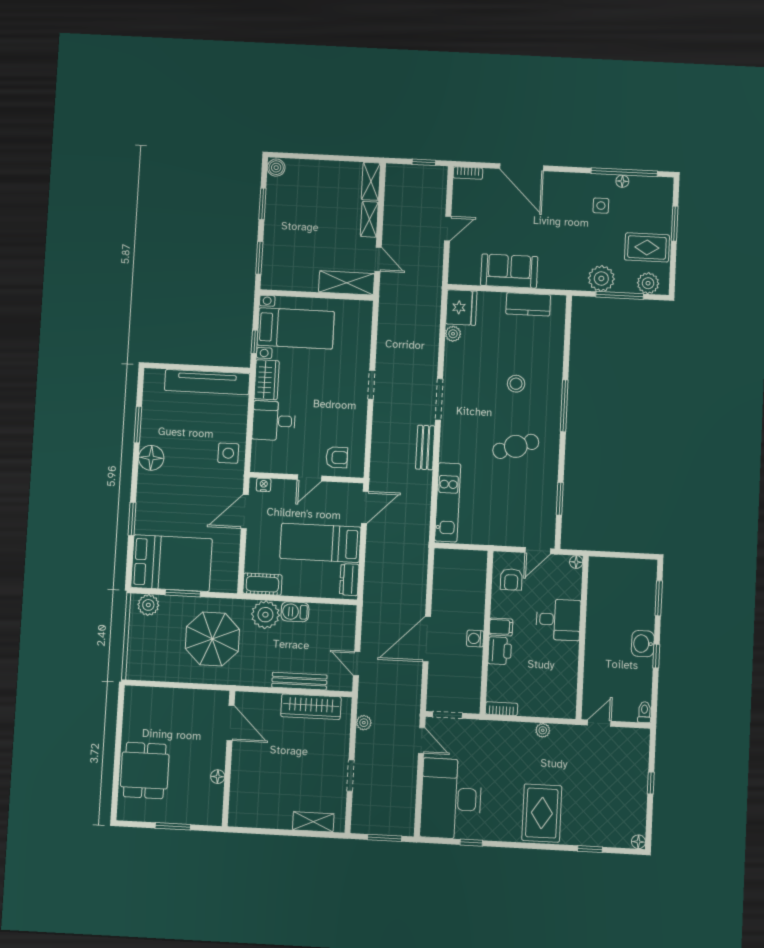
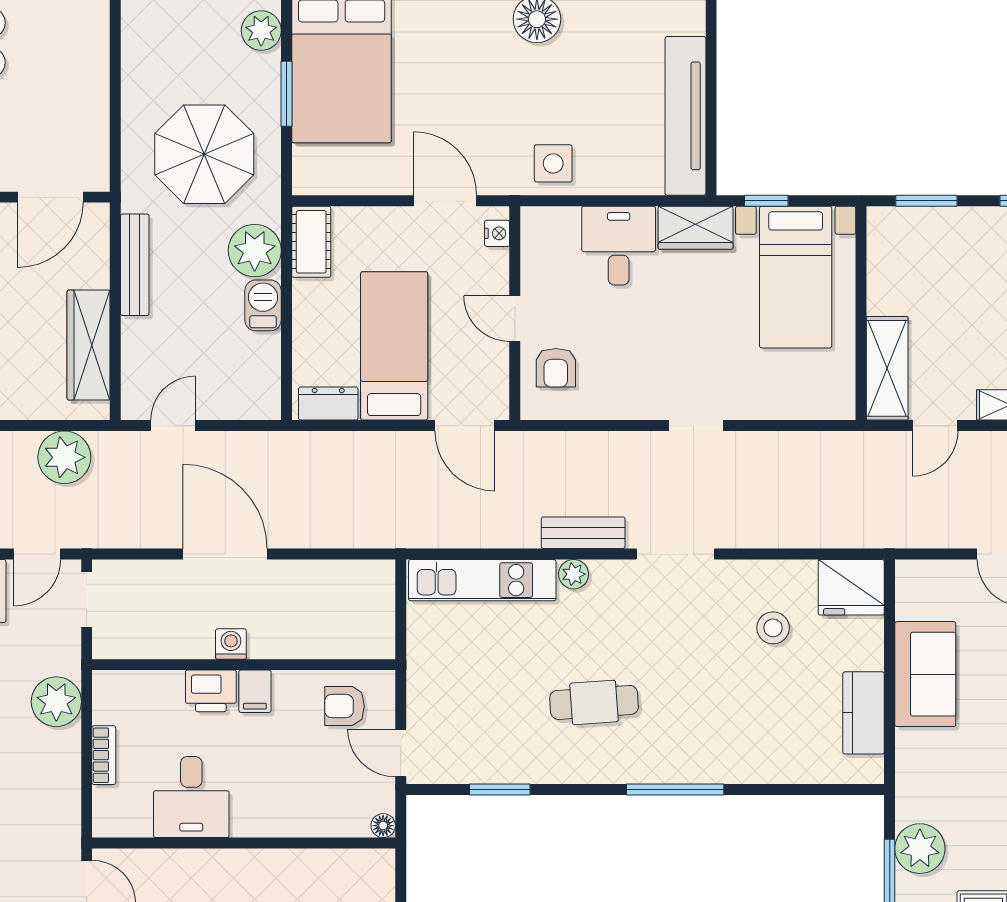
plant: (453, 334) -> (574, 574), moved
stool: (516, 384) -> (773, 628), moved
cafe table: (516, 446) -> (594, 702), turned -75
desk: (558, 620) -> (191, 797), moved
bench: (299, 681) -> (135, 265), moved
bookcase: (502, 709) -> (104, 755), moved
plant: (364, 723) -> (64, 457), width x1.88, depth x1.88
plant: (543, 730) -> (56, 702), moved, width x1.87, depth x1.87

